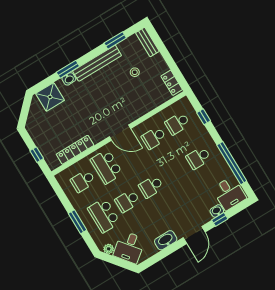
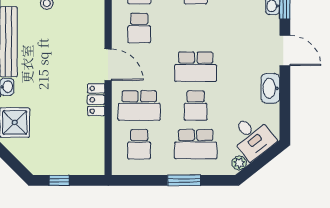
door: (120, 133) -> (108, 65), hinge flipped
locker: (75, 150) -> (96, 100), moved, width x0.66
window: (37, 155) -> (59, 180), moved
school desk: (151, 187) -> (196, 67), width x1.85

